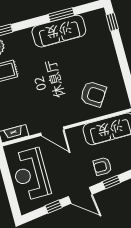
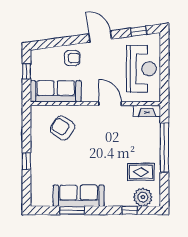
window: (112, 22) -> (26, 161), moved
window: (111, 182) -> (68, 41), removed
window: (54, 207) -> (139, 31), moved

